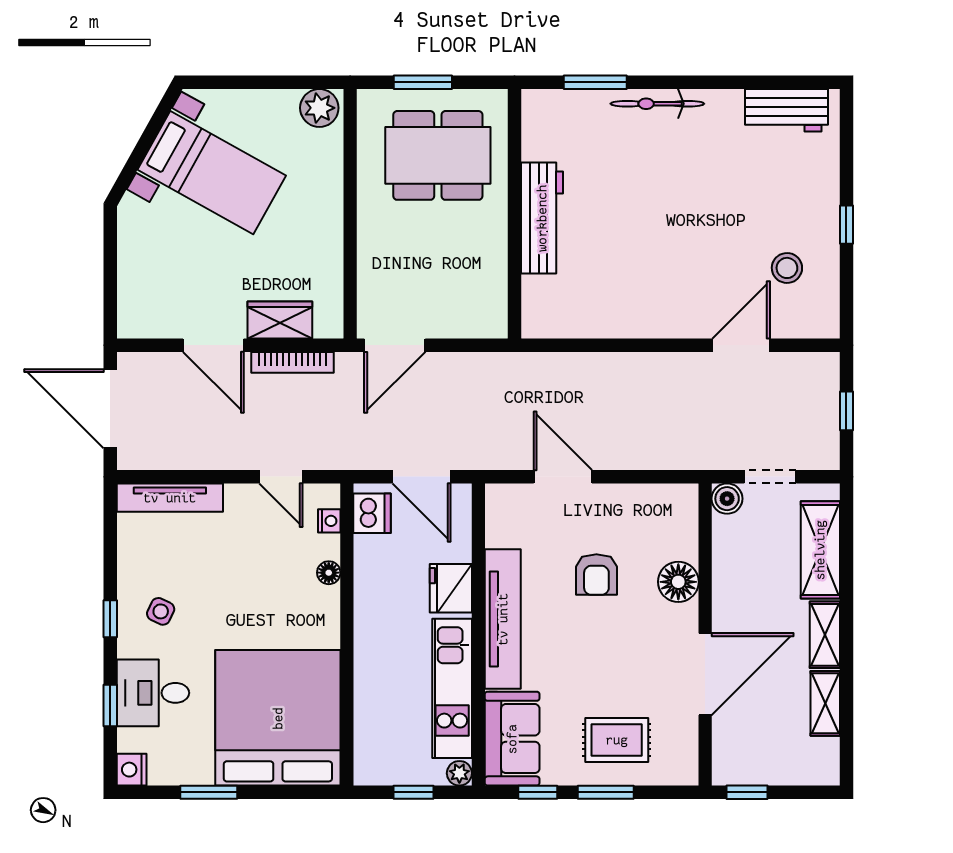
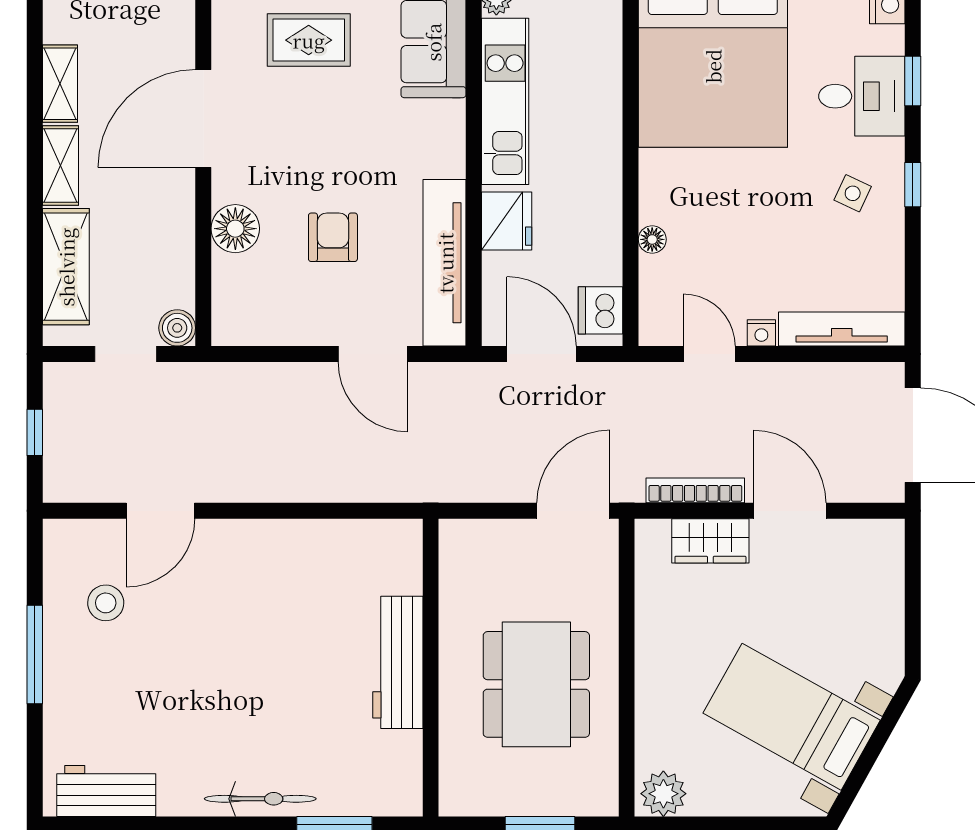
dining table: (438, 155) -> (536, 684), moved, turned 90
window: (846, 225) -> (35, 655), width x2.17
nightstand: (329, 521) -> (761, 333), moved, turned -90
tv unit: (503, 619) -> (445, 263), moved

